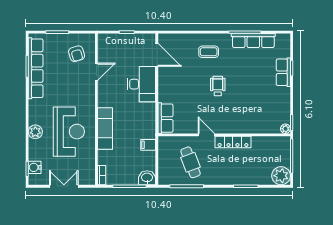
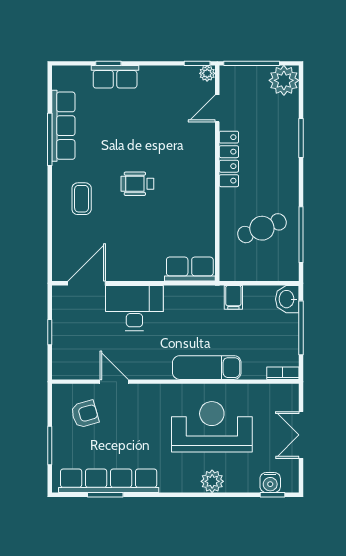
door: (206, 135) -> (217, 108), moved

